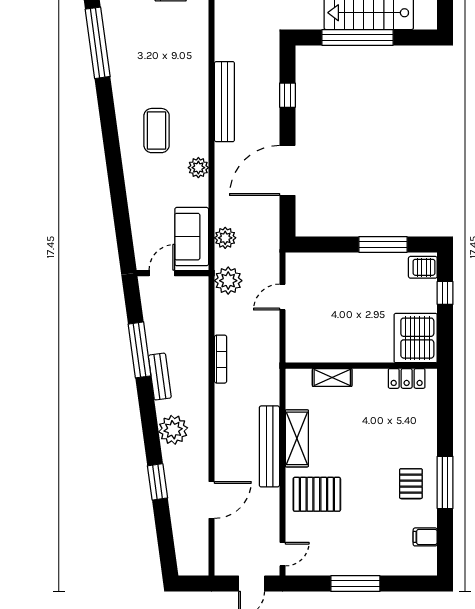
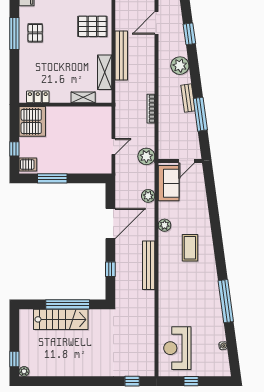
plant: (225, 238) -> (148, 196), moved
shelving: (297, 438) -> (105, 72), moved

